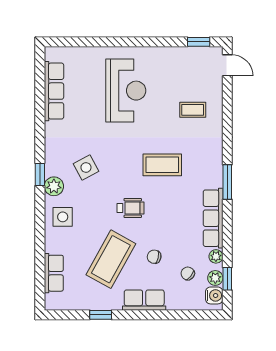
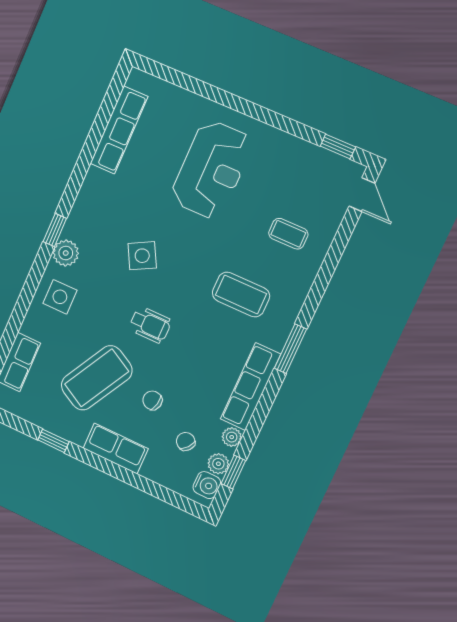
coffee table: (162, 165) -> (241, 294), moved
side table: (86, 168) -> (142, 256), moved

